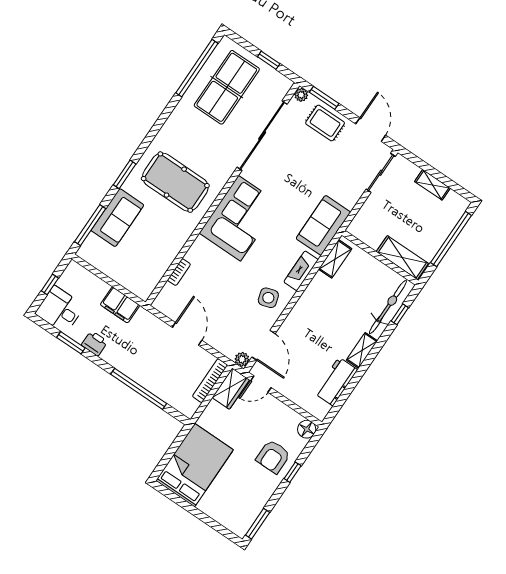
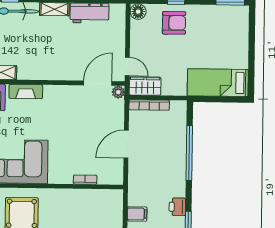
side table: (268, 298) -> (61, 102), removed
filing cabinet: (120, 305) -> (137, 214), width x0.50
bed: (194, 465) -> (218, 83), width x0.67

